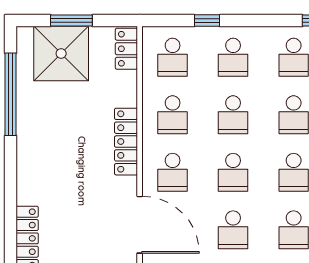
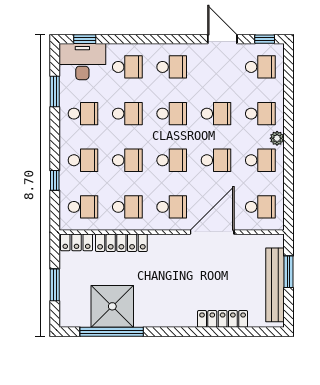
shower: (61, 54) -> (112, 306), moved
locker: (126, 142) -> (121, 243), moved

